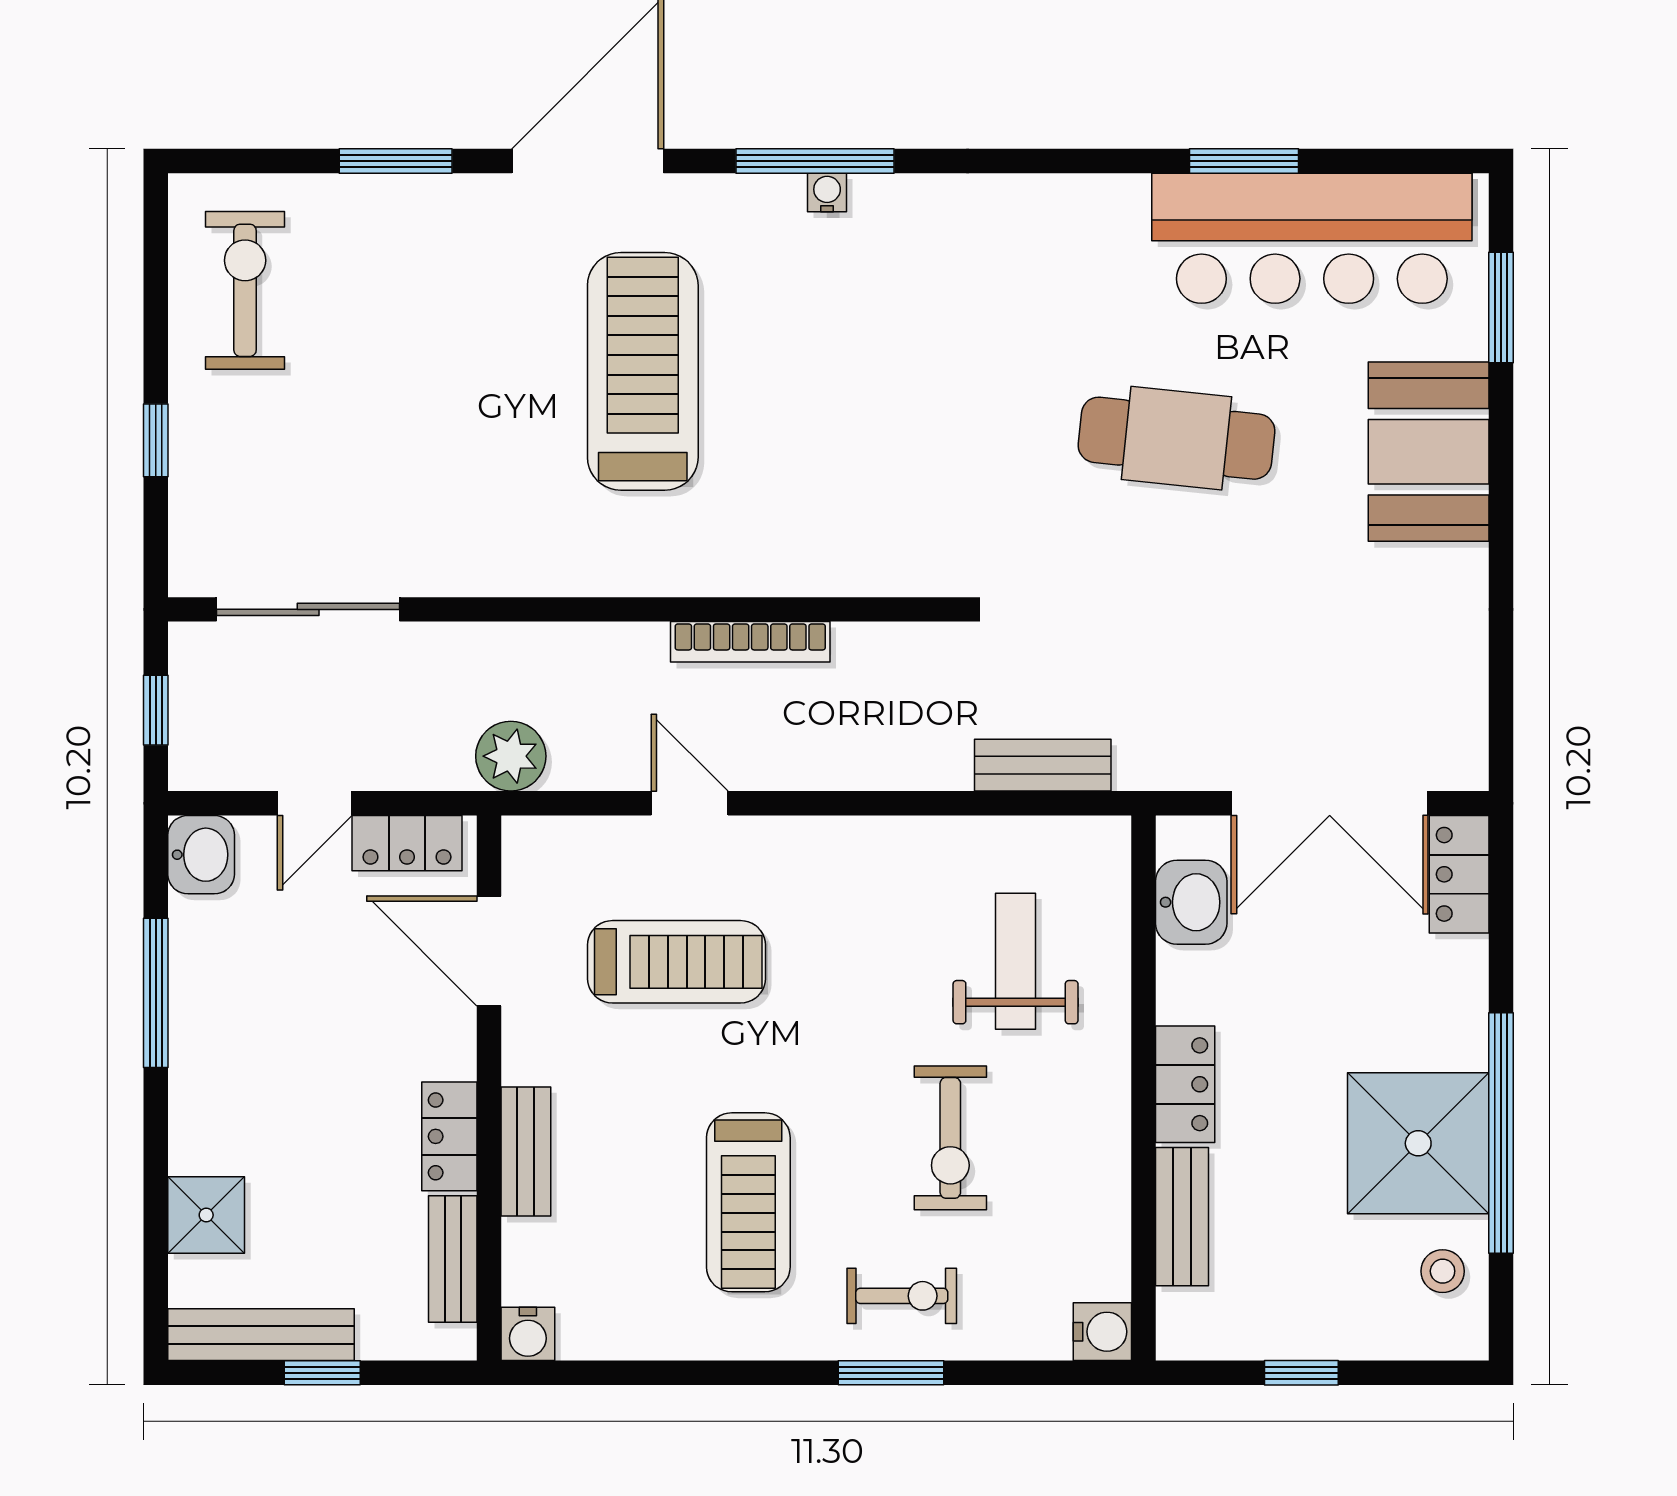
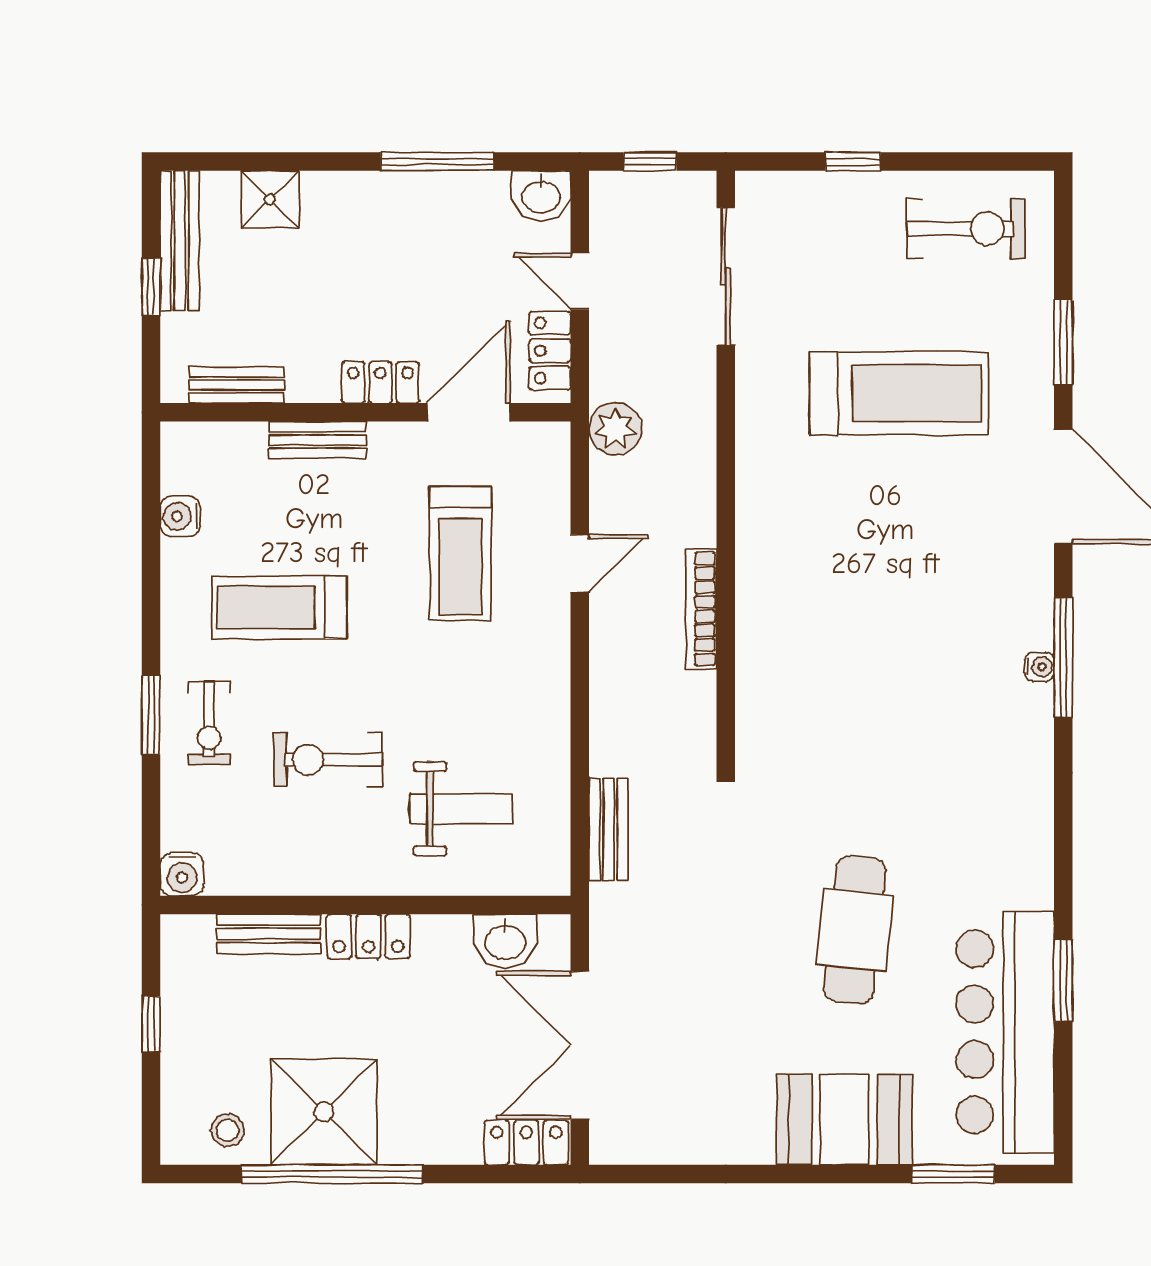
treadmill: (643, 371) -> (899, 393), moved
locker: (449, 1136) -> (380, 383), moved
water cooler: (528, 1334) -> (180, 516), moved

